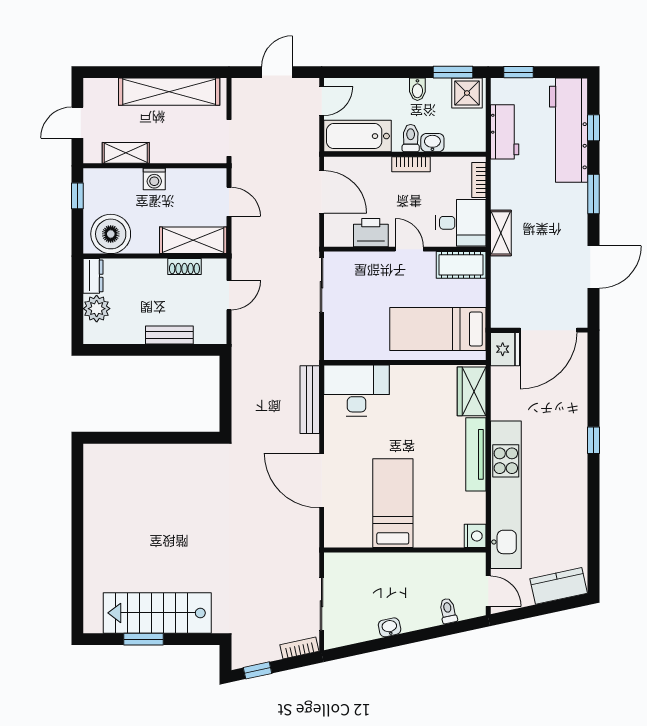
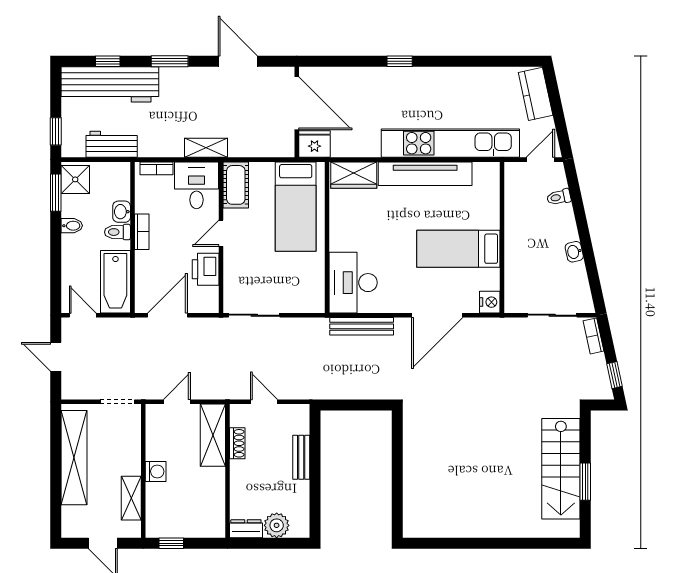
boiler: (111, 234) -> (207, 512), removed
tv unit: (476, 454) -> (425, 174), width x1.36, depth x1.29
nightstand: (475, 536) -> (490, 302), moved, turned 90

